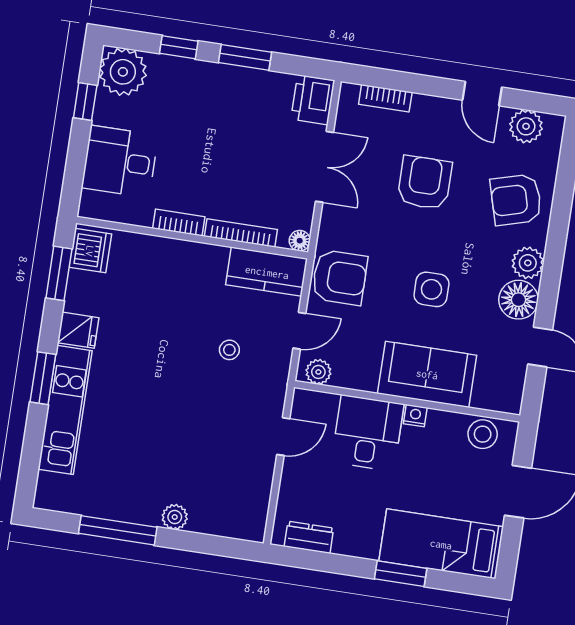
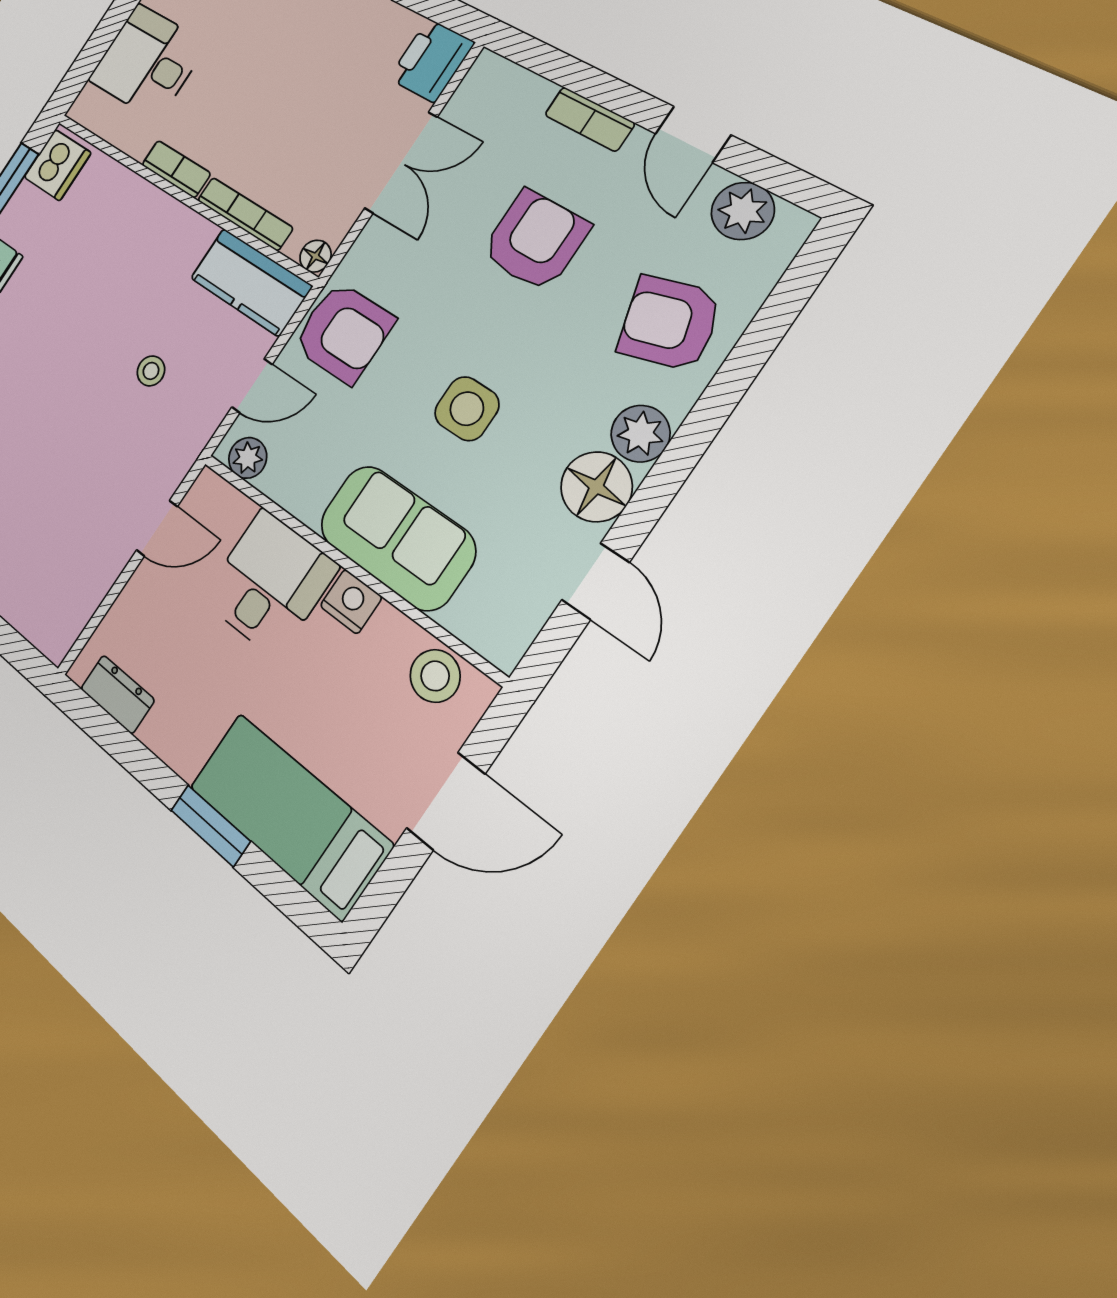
bookcase: (385, 98) -> (590, 119), moved
nightstand: (415, 416) -> (351, 602), width x1.39, depth x1.35

